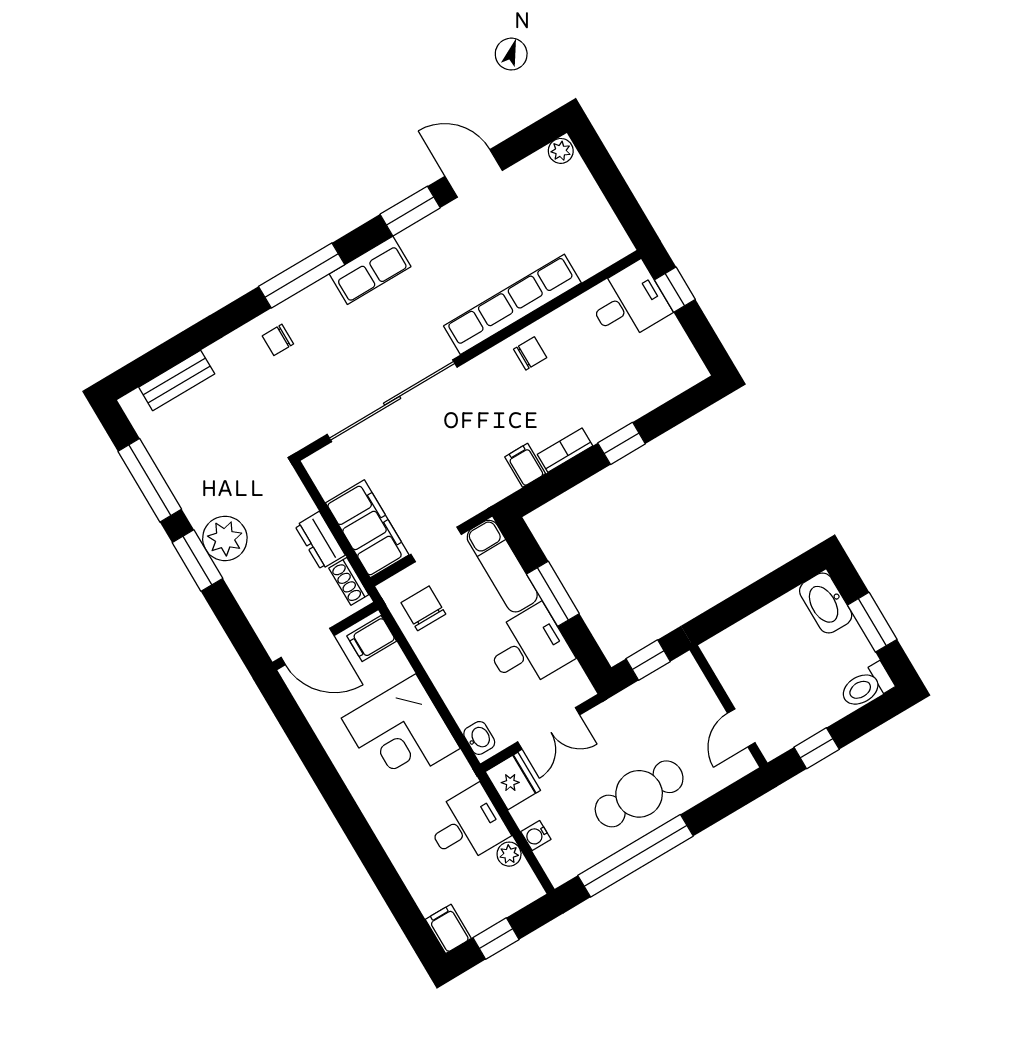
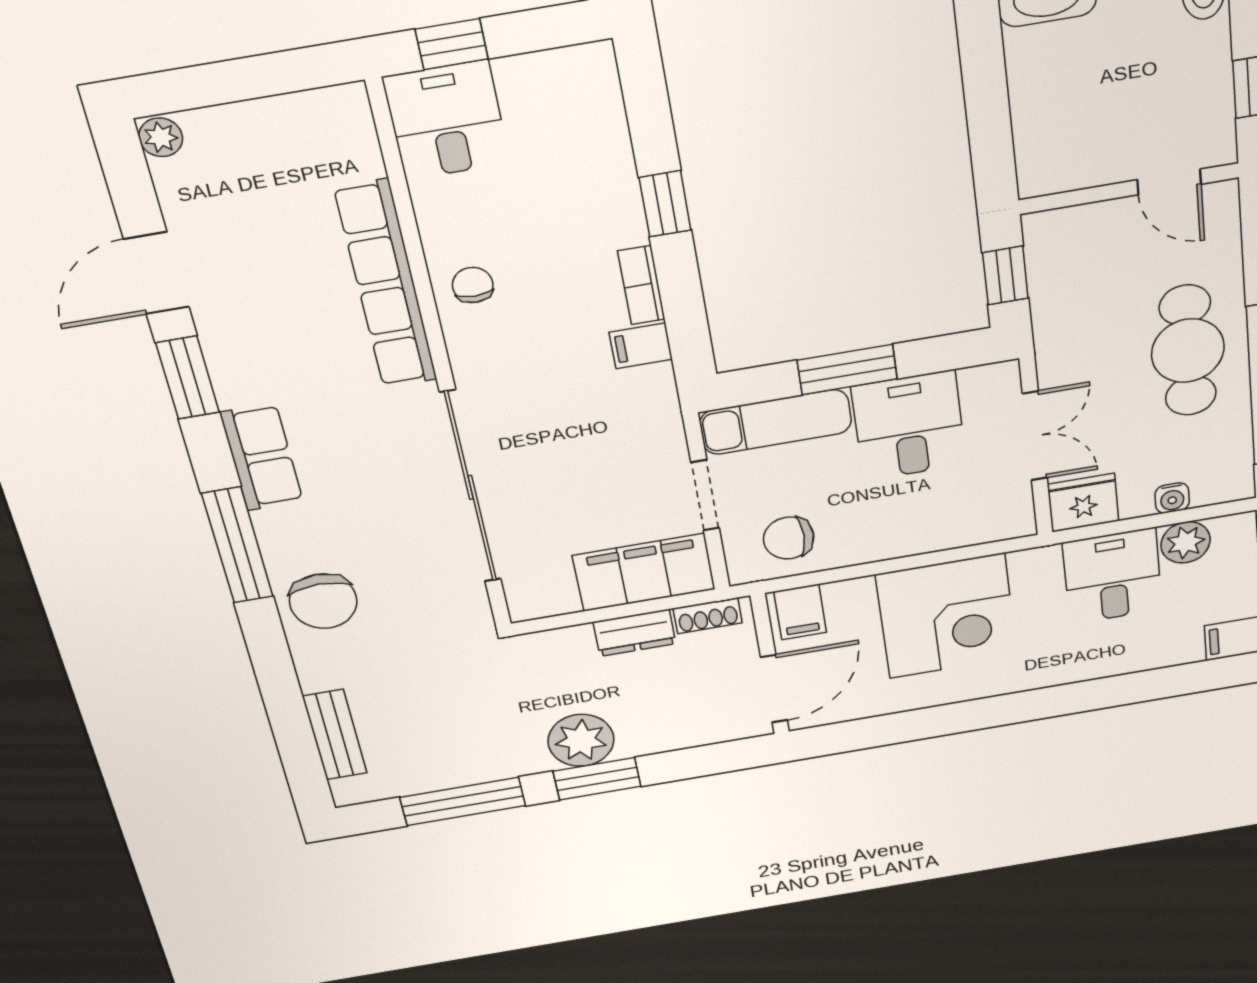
chair: (278, 340) -> (323, 601), width x1.87, depth x1.87
washbasin: (479, 738) -> (1003, 525), removed
plant: (509, 854) -> (1186, 542), width x1.38, depth x1.38

